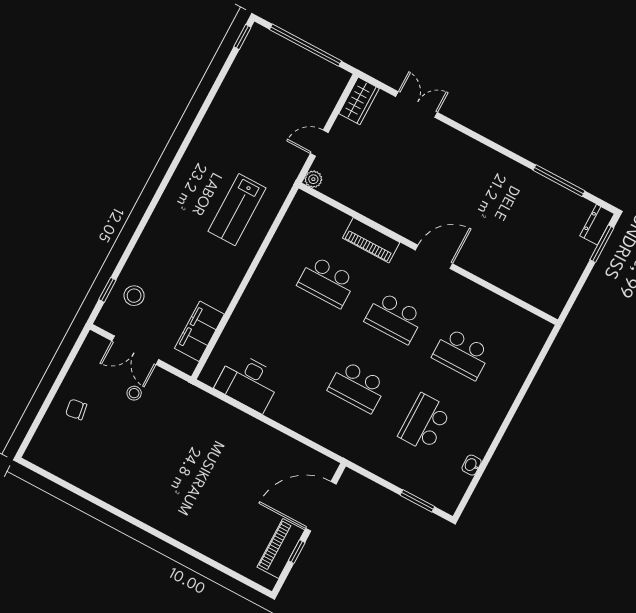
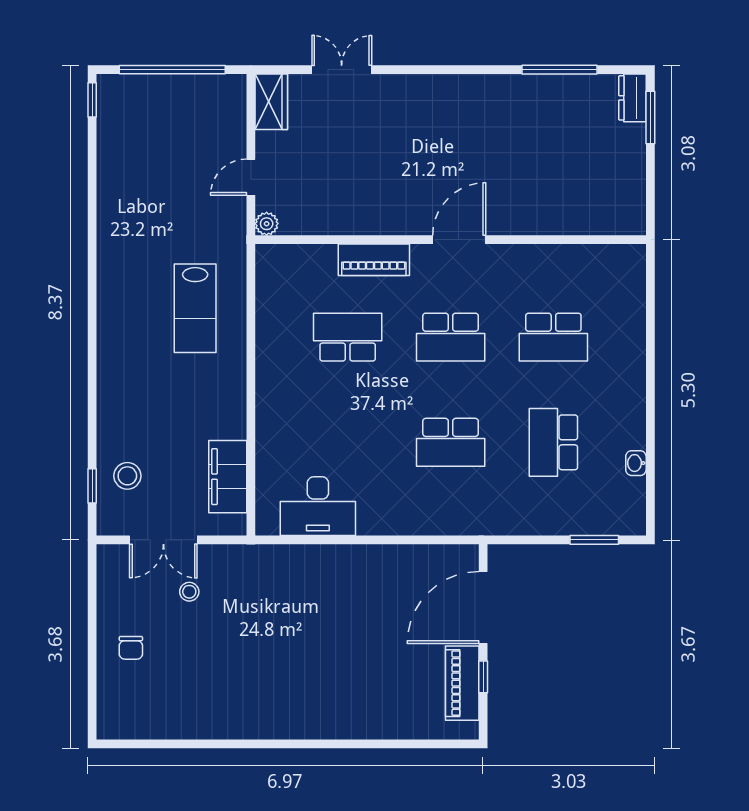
school desk: (327, 282) -> (348, 337), turned 180
chair: (76, 409) -> (131, 648), turned -81

